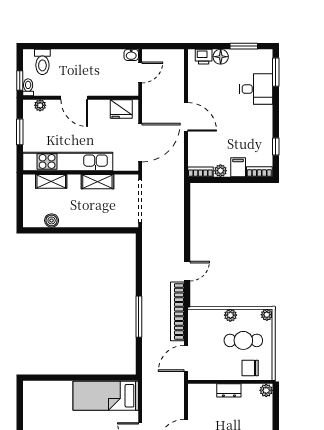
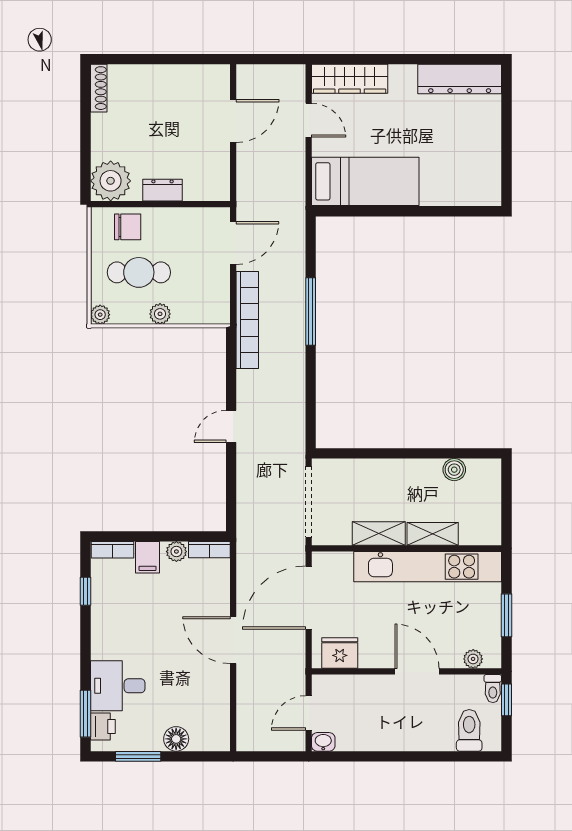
printer: (204, 57) -> (103, 727), moved, turned 90
shelving: (51, 181) -> (433, 534), moved
door: (187, 271) -> (231, 426), moved
plant: (266, 390) -> (111, 181), width x1.88, depth x1.88

